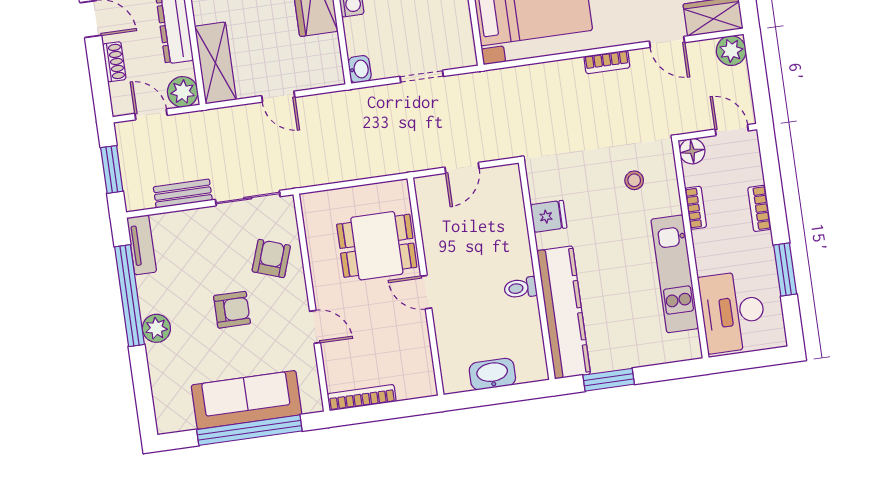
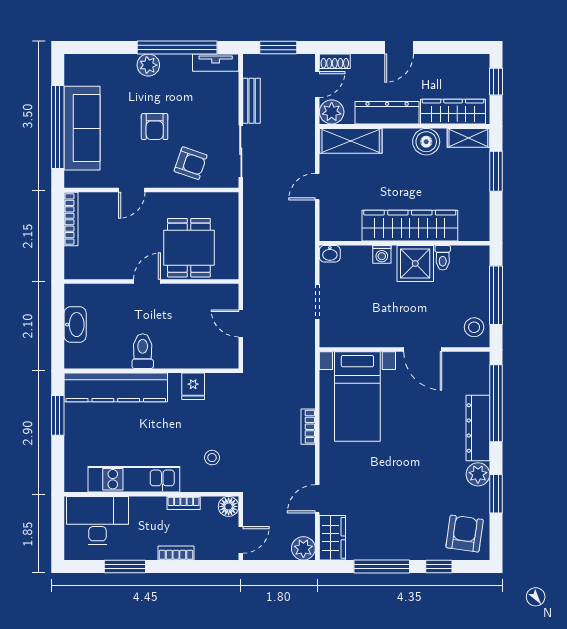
shoe rack: (114, 62) -> (335, 61), moved
bookcase: (607, 62) -> (308, 427), moved
toilet: (520, 288) -> (143, 351), width x1.37, depth x1.39

